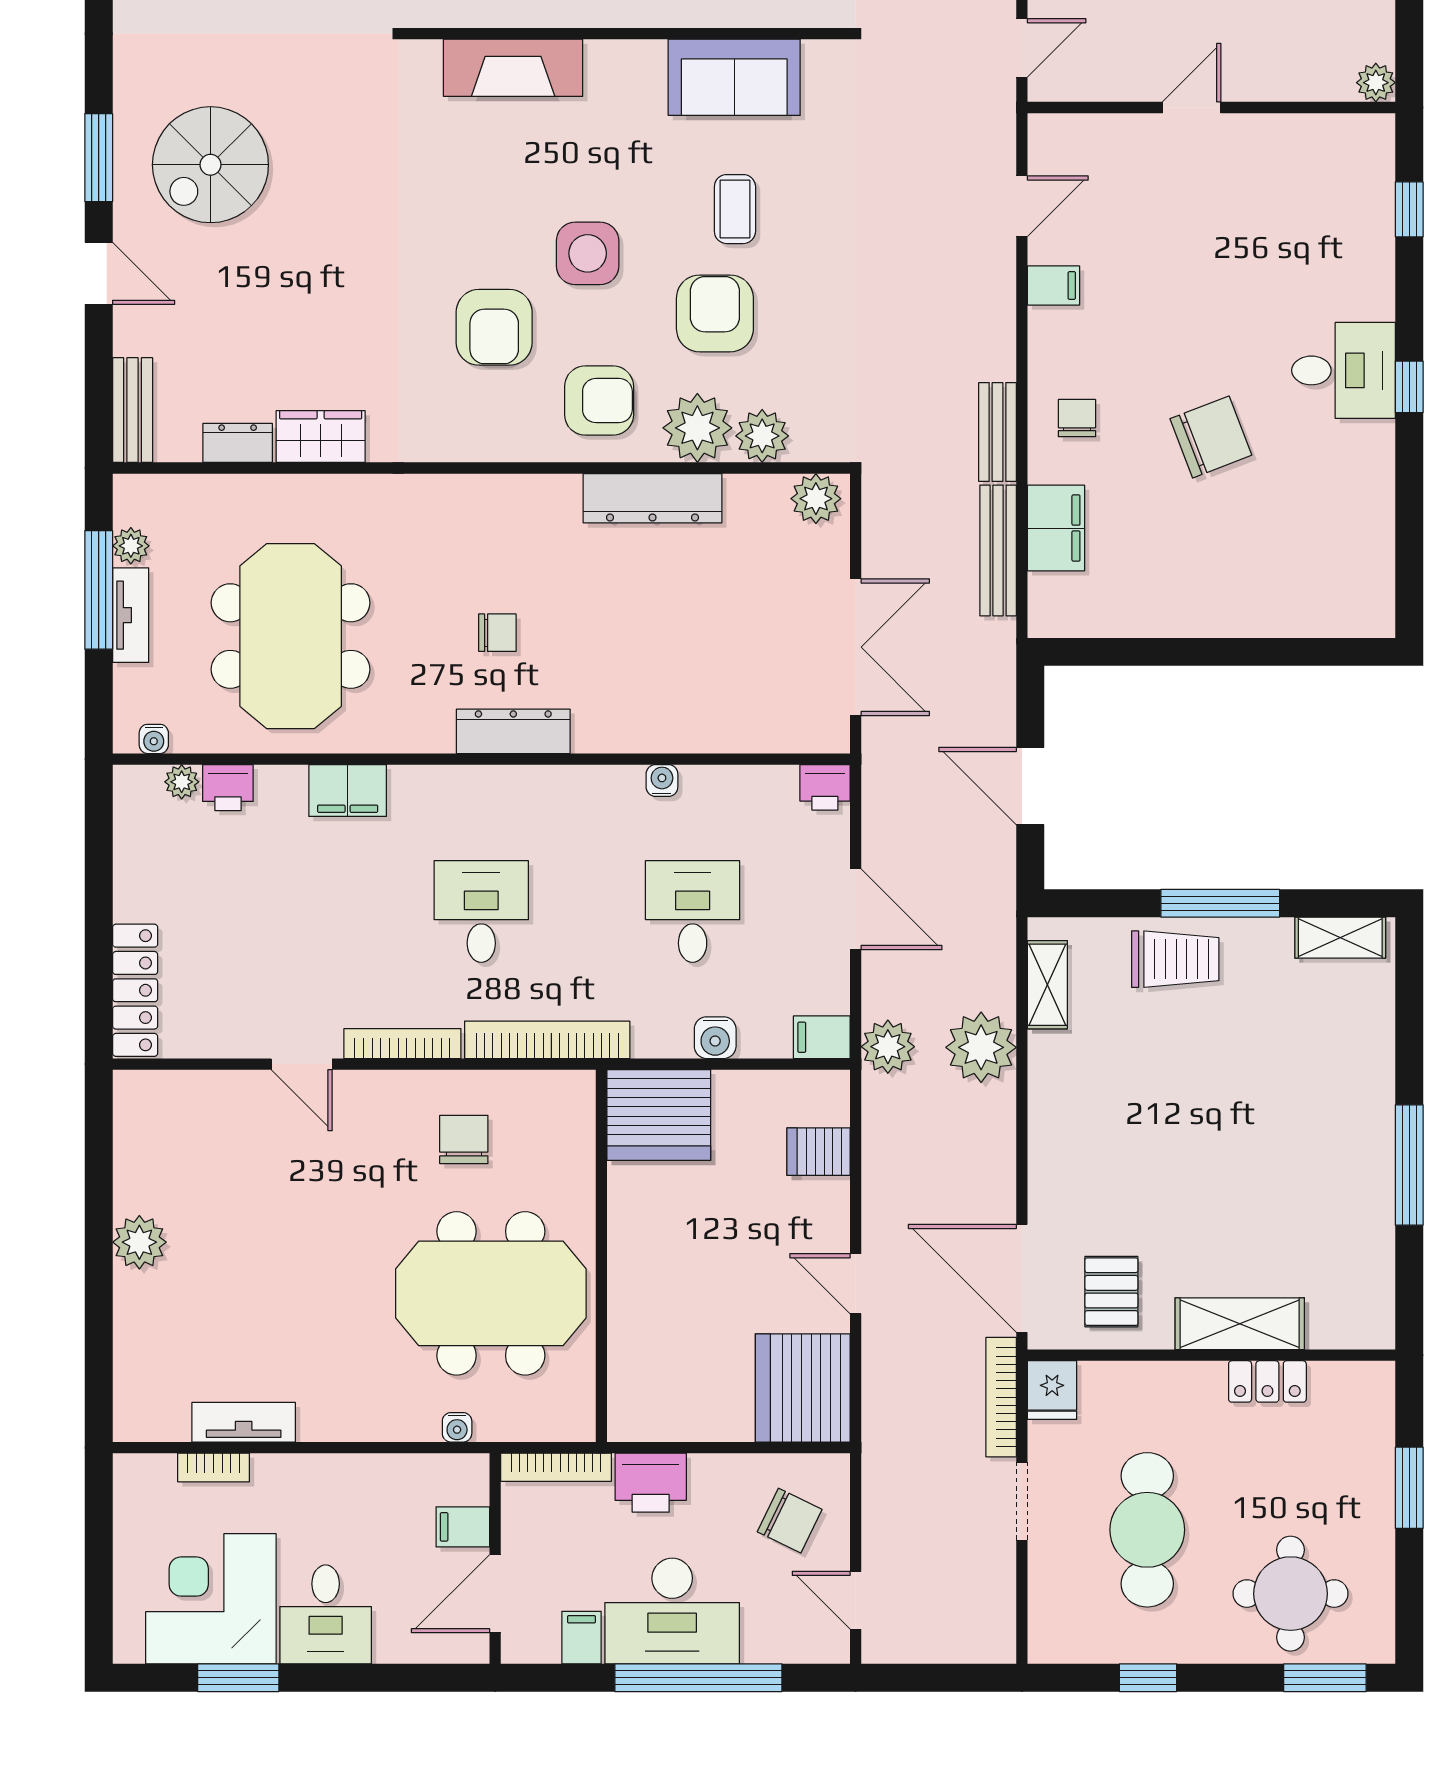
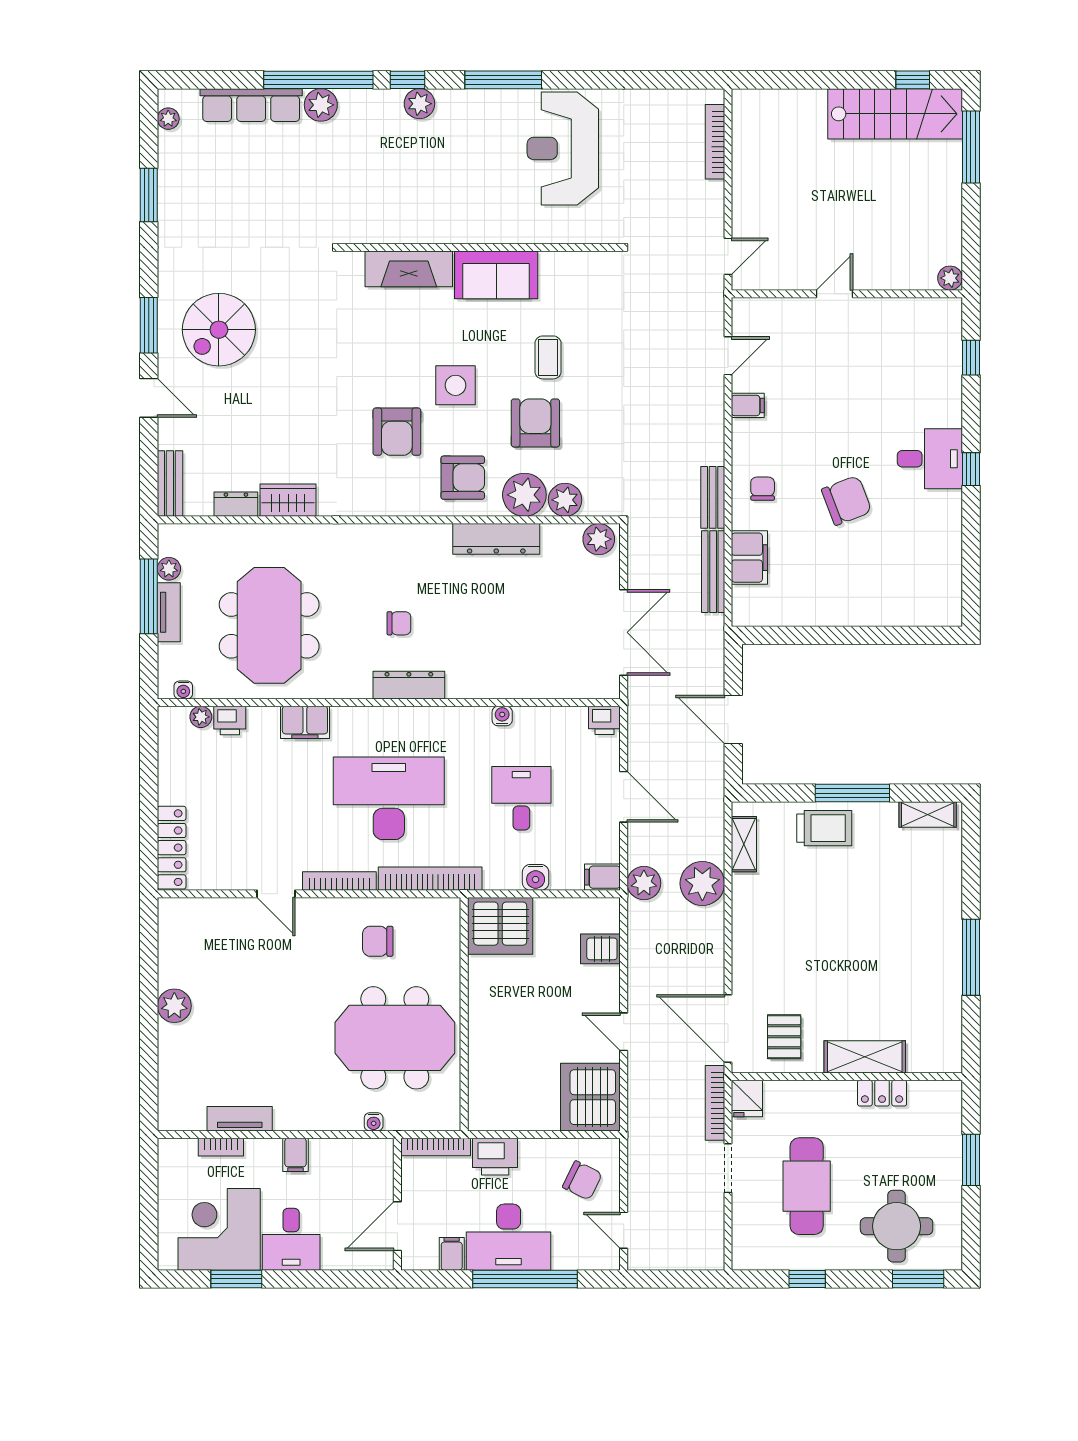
sofa: (734, 77) -> (496, 275), moved
desk: (481, 912) -> (389, 798), width x1.87, depth x1.30
chair: (464, 1139) -> (378, 941), turned -90
filing cabinet: (463, 1527) -> (296, 1155), moved, turned -90

